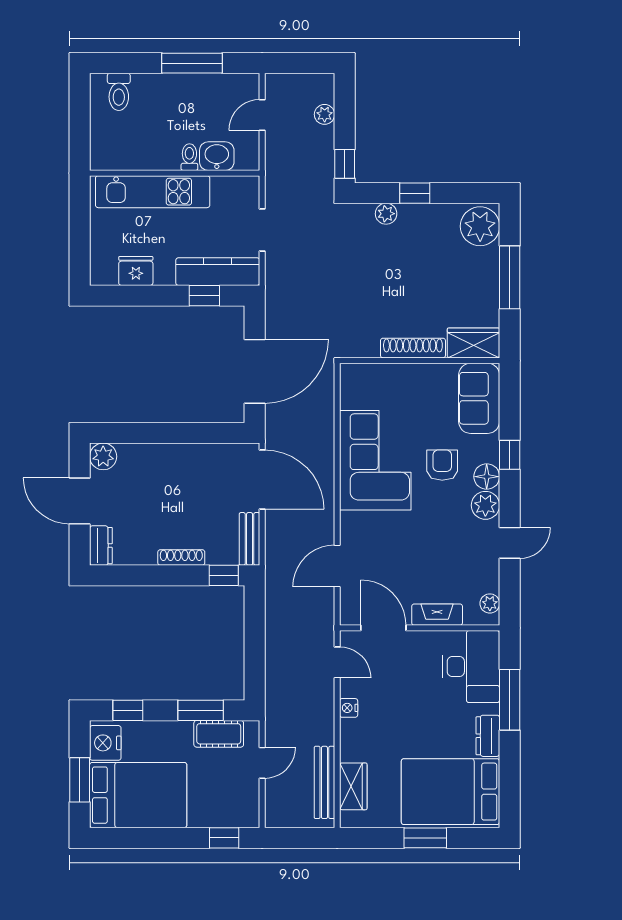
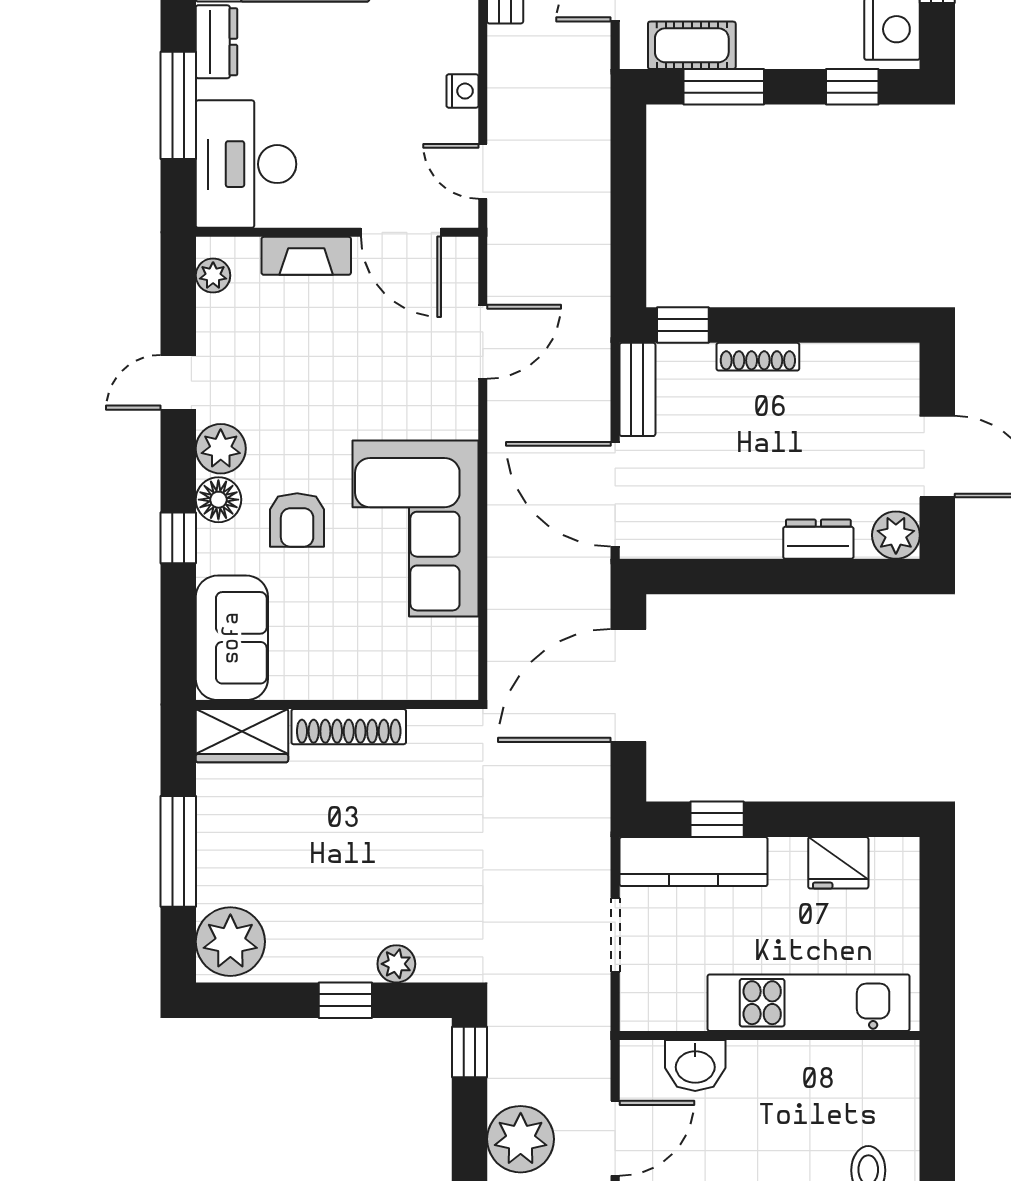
plant: (325, 114) -> (521, 1139), width x1.88, depth x1.88
door: (262, 115) -> (615, 1138), width x1.38
toilet: (189, 157) -> (744, 1064), removed
dresser: (101, 546) -> (818, 539), moved, turned 90

